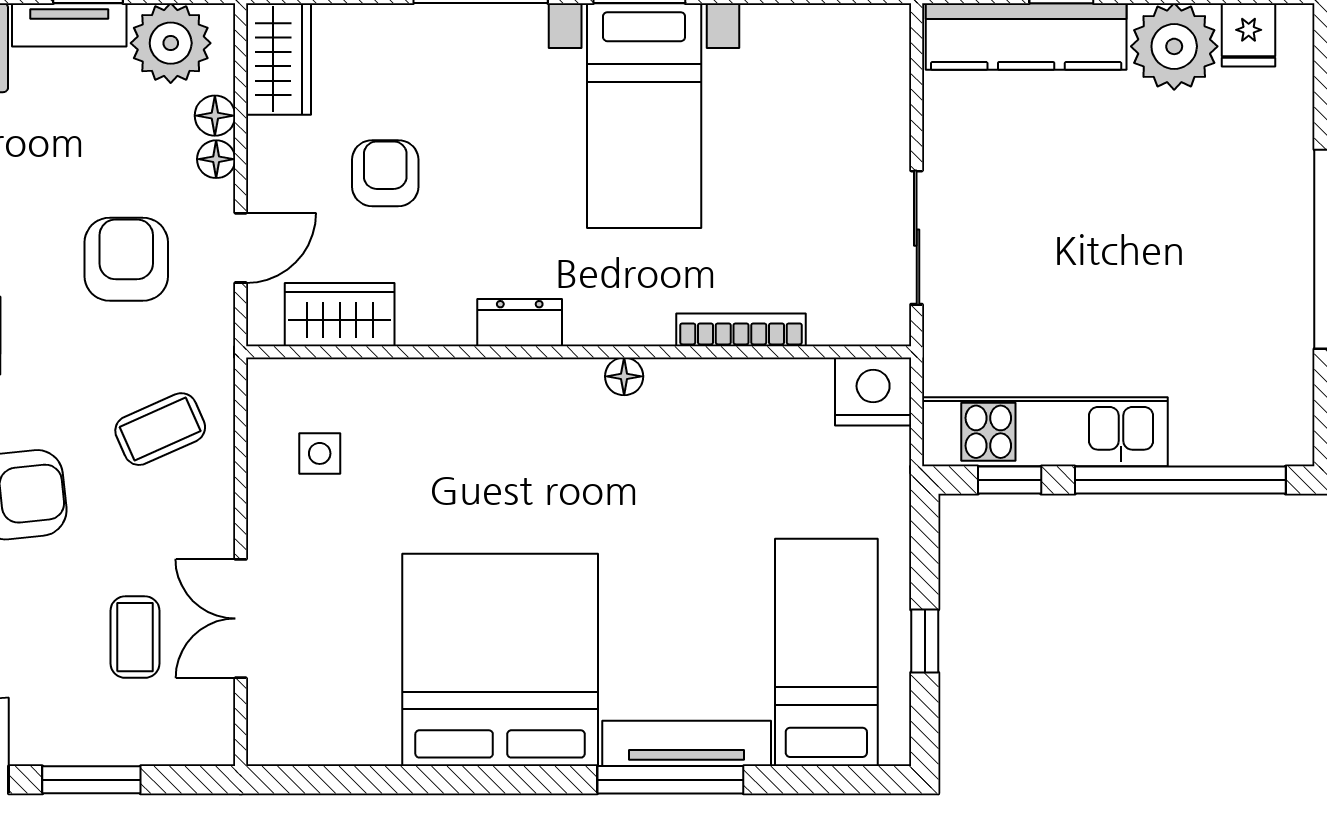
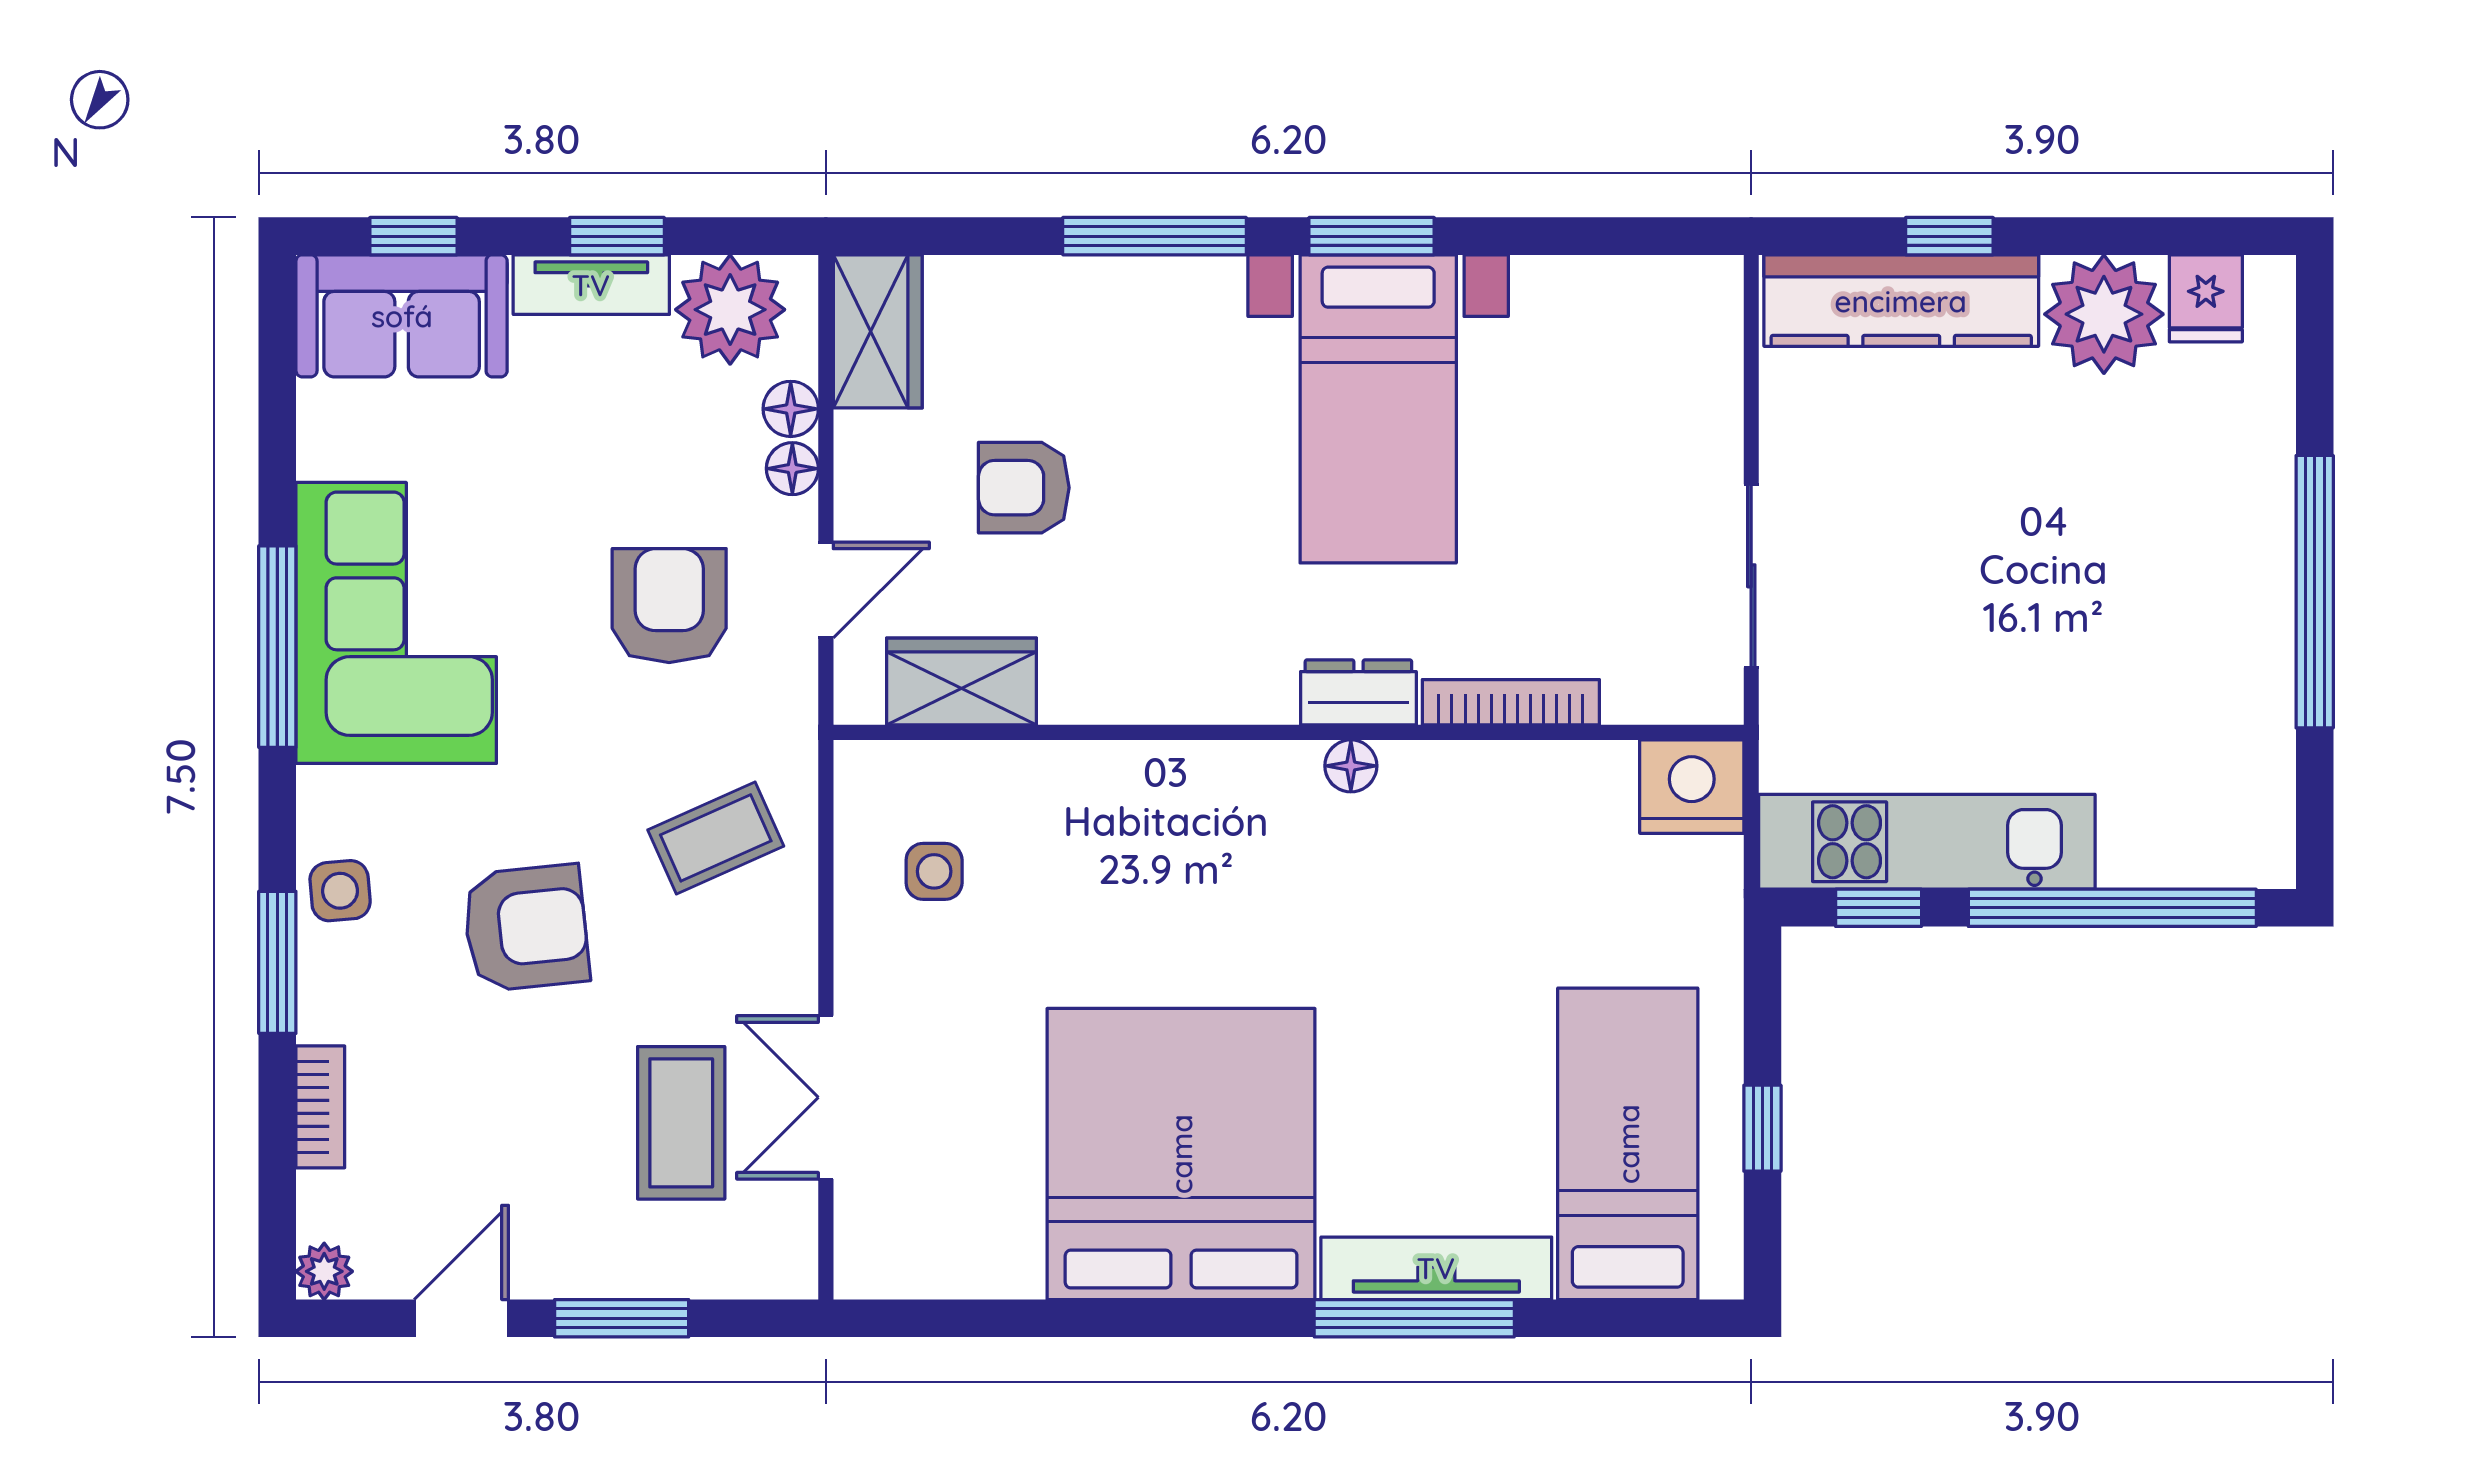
armchair: (385, 173) -> (1024, 488), turned -90
dresser: (520, 323) -> (1358, 692), moved
coffee table: (135, 637) -> (681, 1123), width x1.36, depth x1.30

